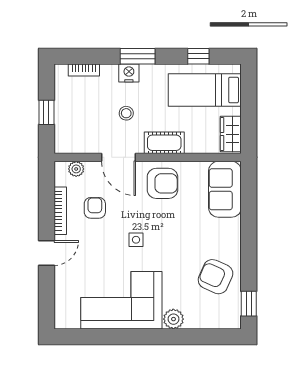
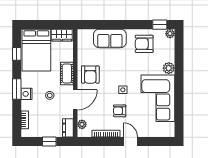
bed: (205, 90) -> (36, 50), width x1.50
dresser: (70, 144) -> (68, 128), added
armchair: (162, 183) -> (90, 75), turned 180
sofa: (225, 189) -> (110, 38), moved
armchair: (95, 208) -> (120, 111), moved
armchair: (216, 277) -> (144, 44), turned 66
plant: (233, 321) -> (170, 34), added

